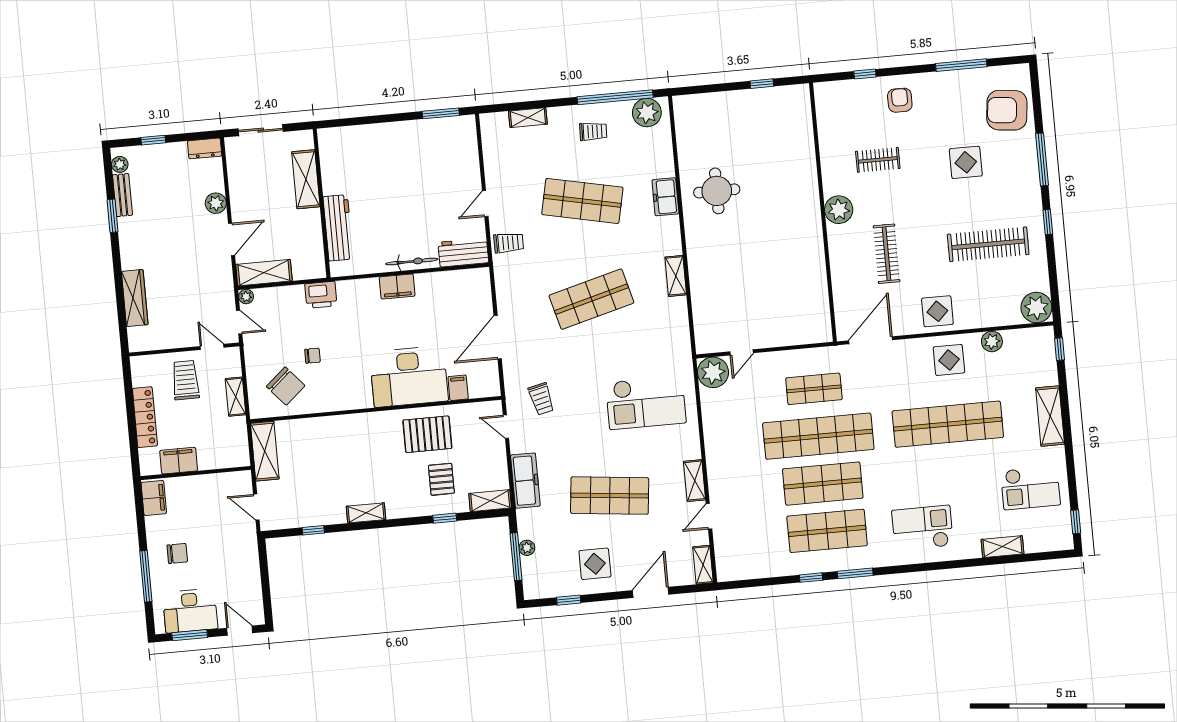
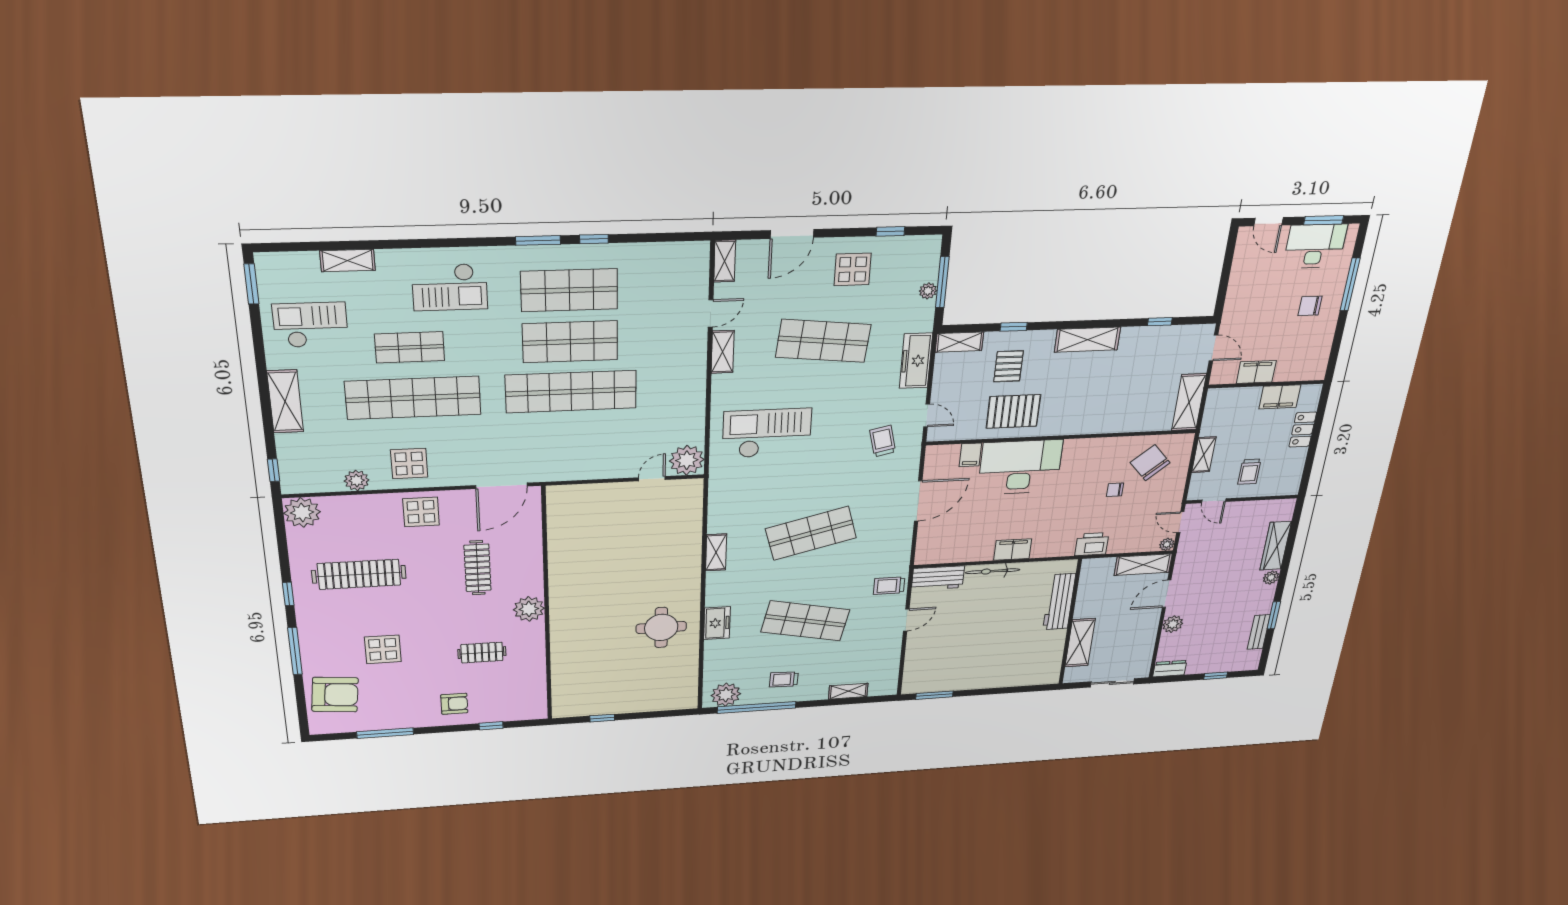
armchair: (900, 100) -> (454, 704), turned -90
plant: (120, 164) -> (1271, 577), moved
trolley: (186, 380) -> (1249, 472), width x0.73, depth x0.72
shop shelf: (814, 389) -> (410, 347), moved
locker: (145, 417) -> (1303, 430), width x0.66
filing cabinet: (154, 498) -> (1256, 372), moved, turned 90
shelving: (366, 513) -> (1087, 340), width x1.50, depth x1.33
window: (1076, 522) -> (251, 284), width x1.50

